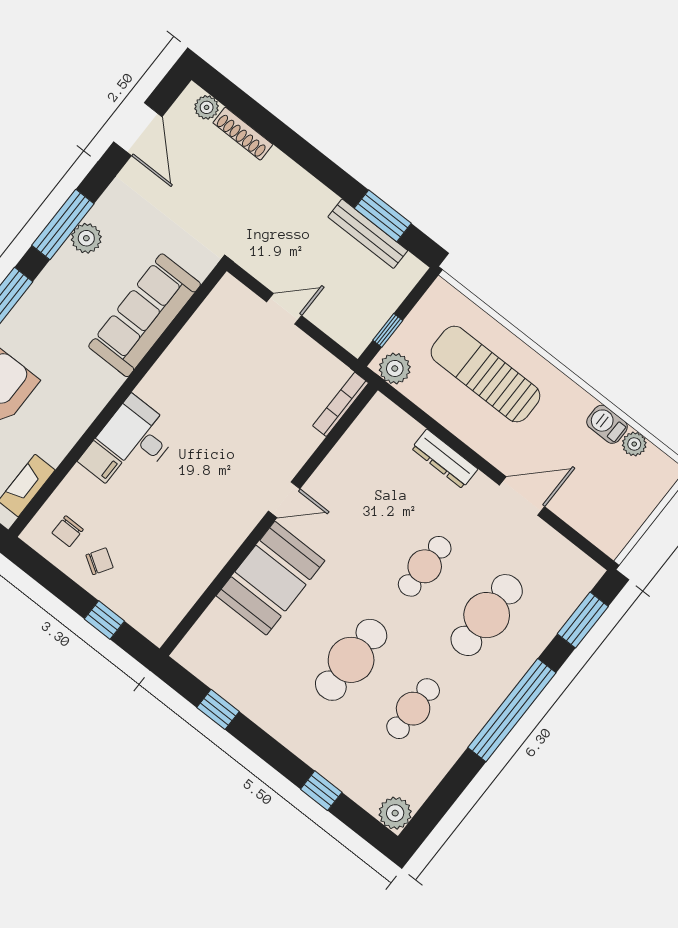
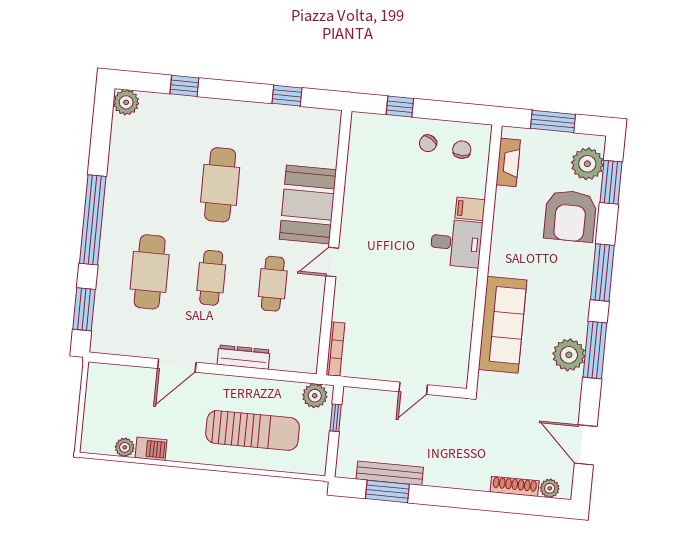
plant: (86, 238) -> (569, 355), width x1.36, depth x1.36
cafe table: (413, 709) -> (273, 284), moved

